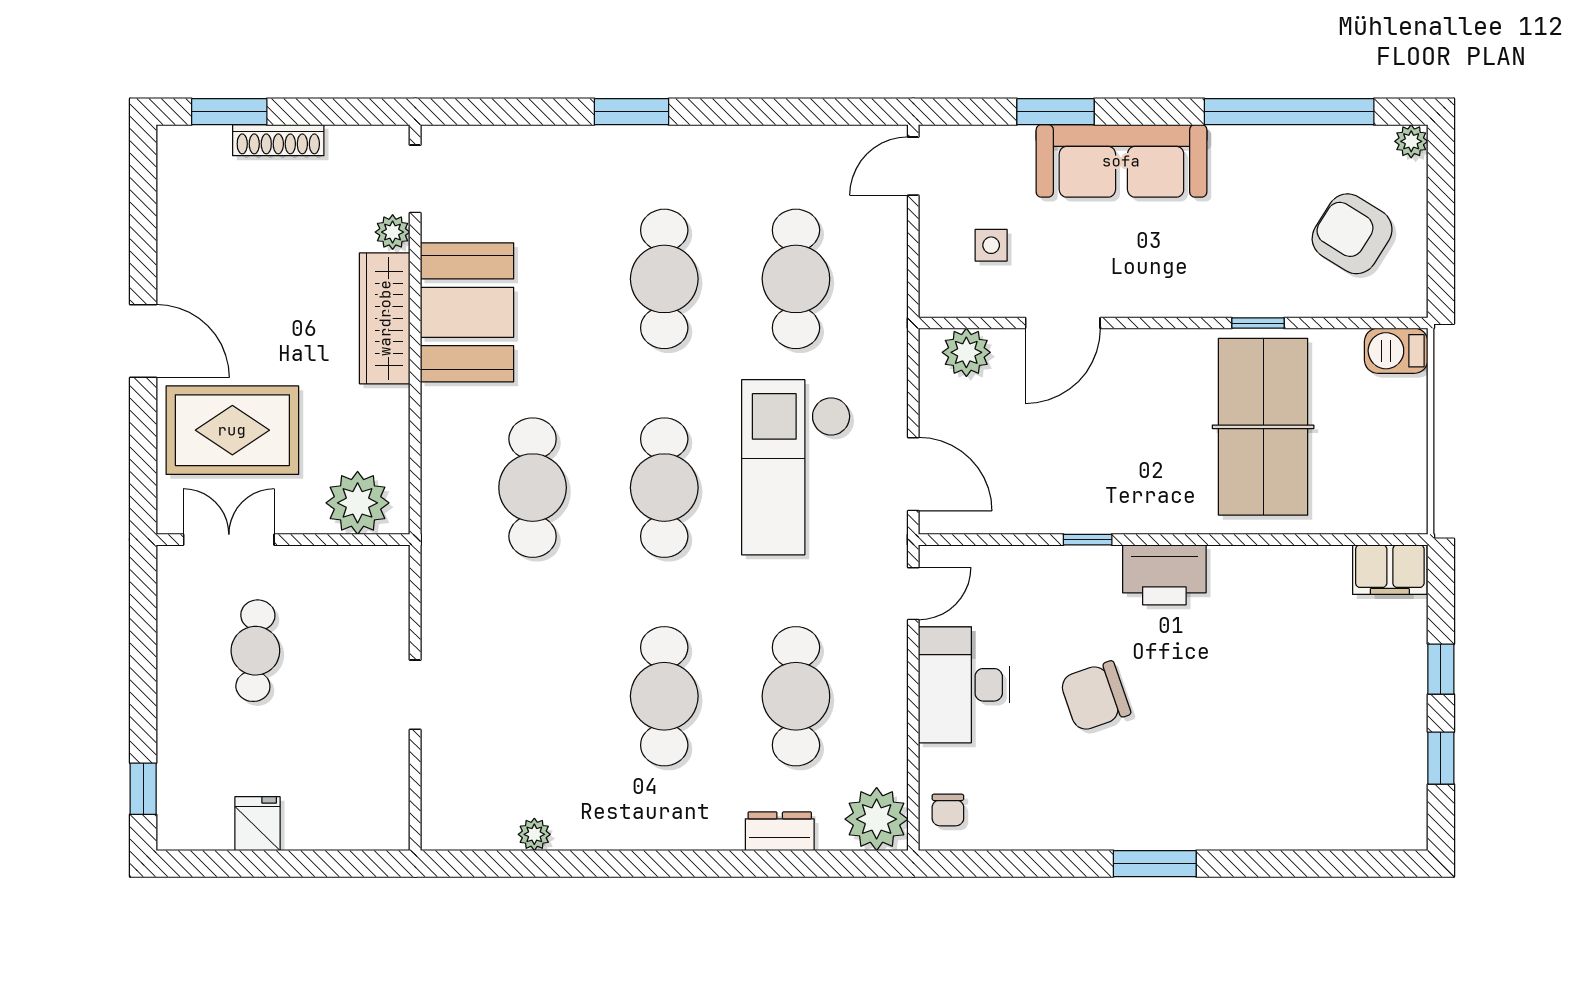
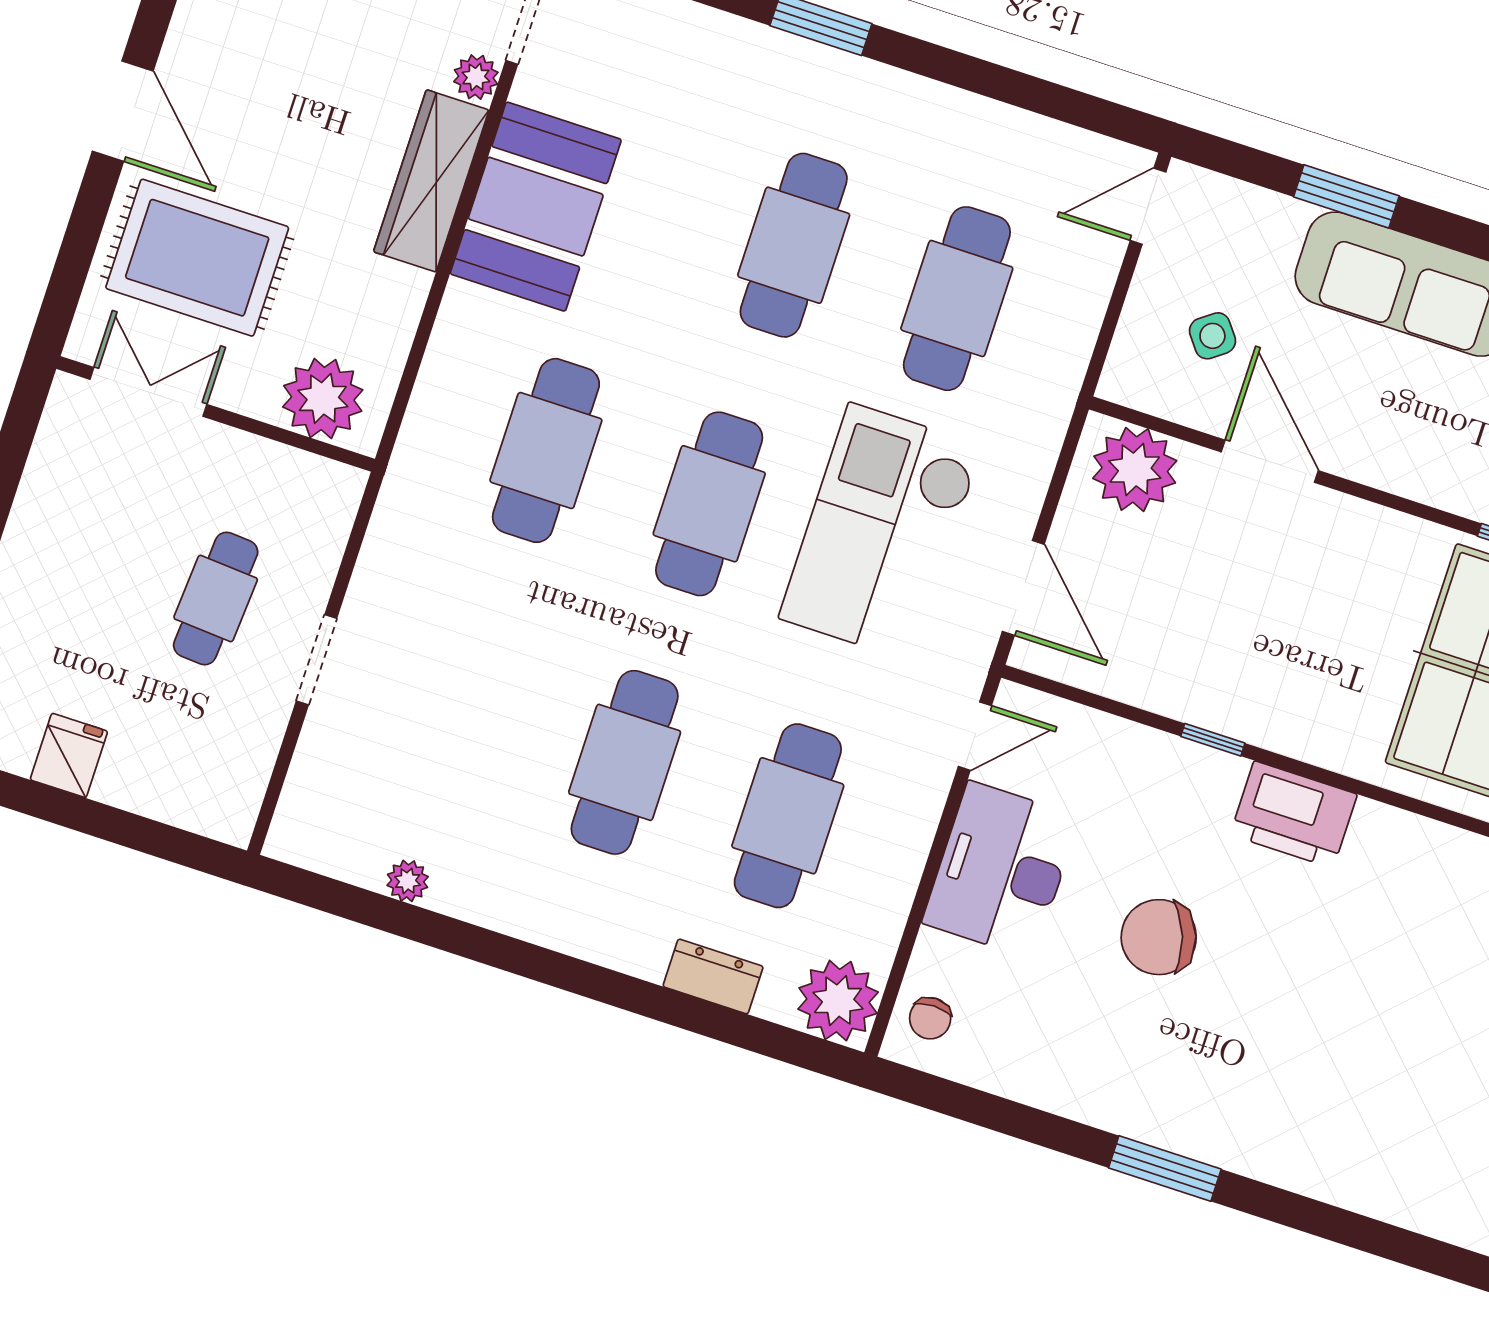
side table: (991, 245) -> (1212, 336), turned -37
door: (1063, 323) -> (1270, 461), swing flipped
plant: (966, 352) -> (1135, 470), width x1.36, depth x1.36
cafe table: (255, 651) -> (216, 599), moved

